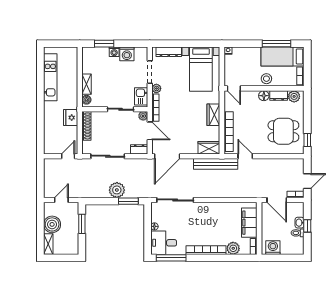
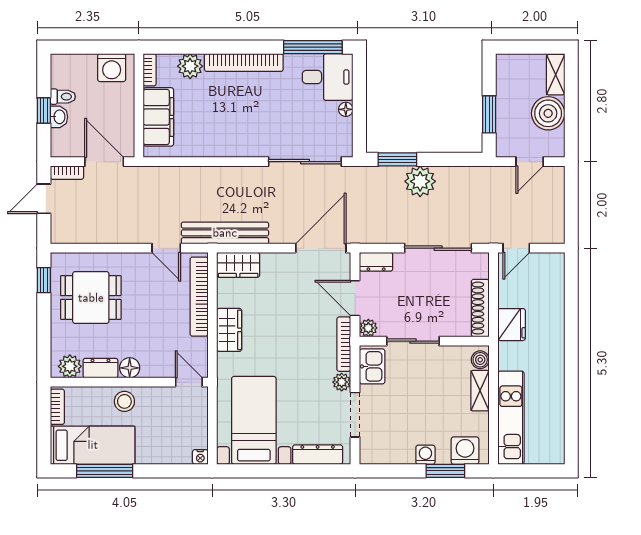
washing machine: (127, 54) -> (465, 451), moved
kitchen unit: (50, 77) -> (511, 418), moved, turned 180

